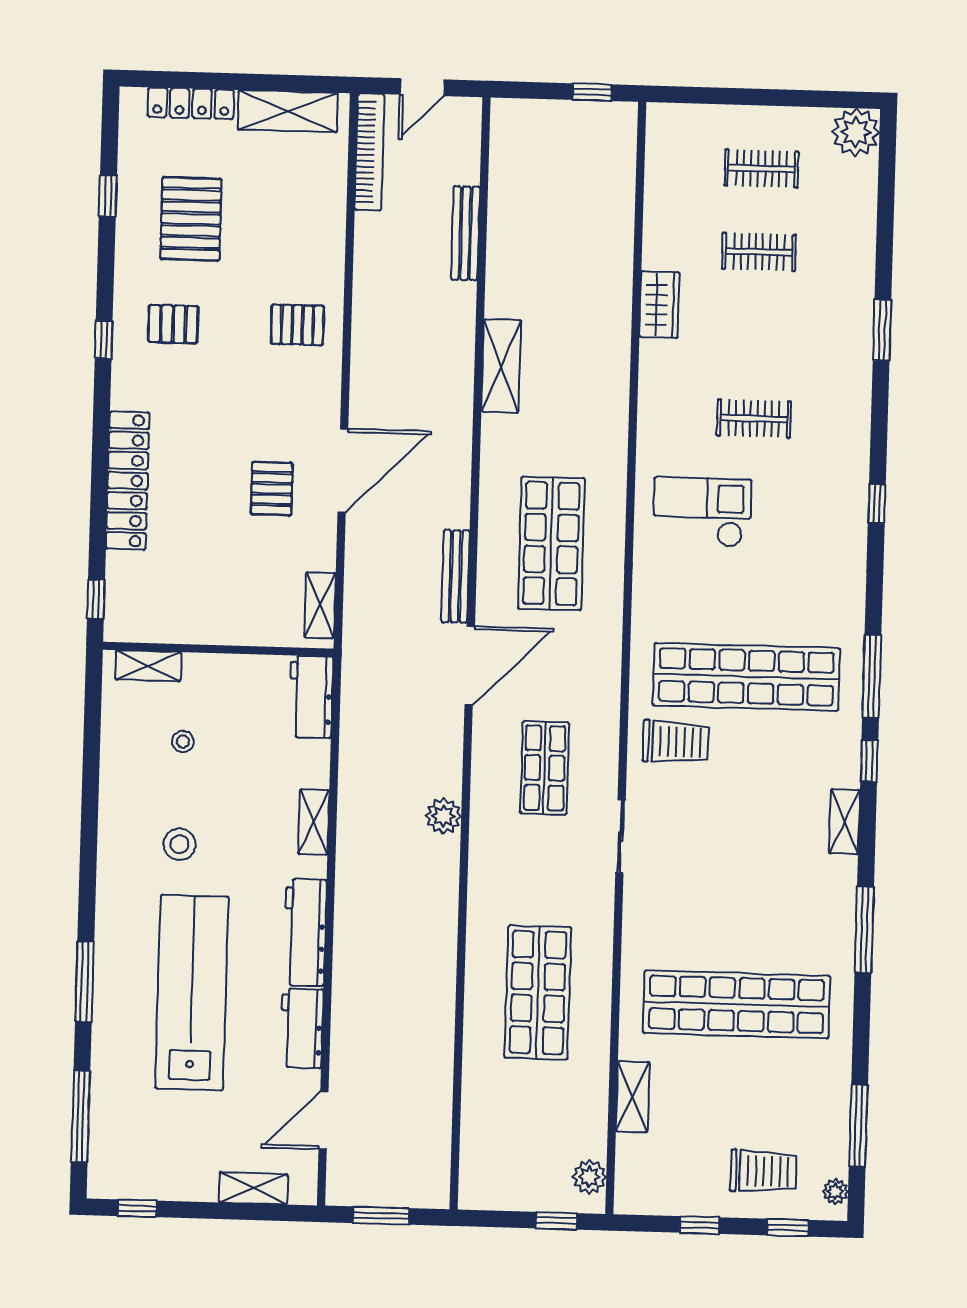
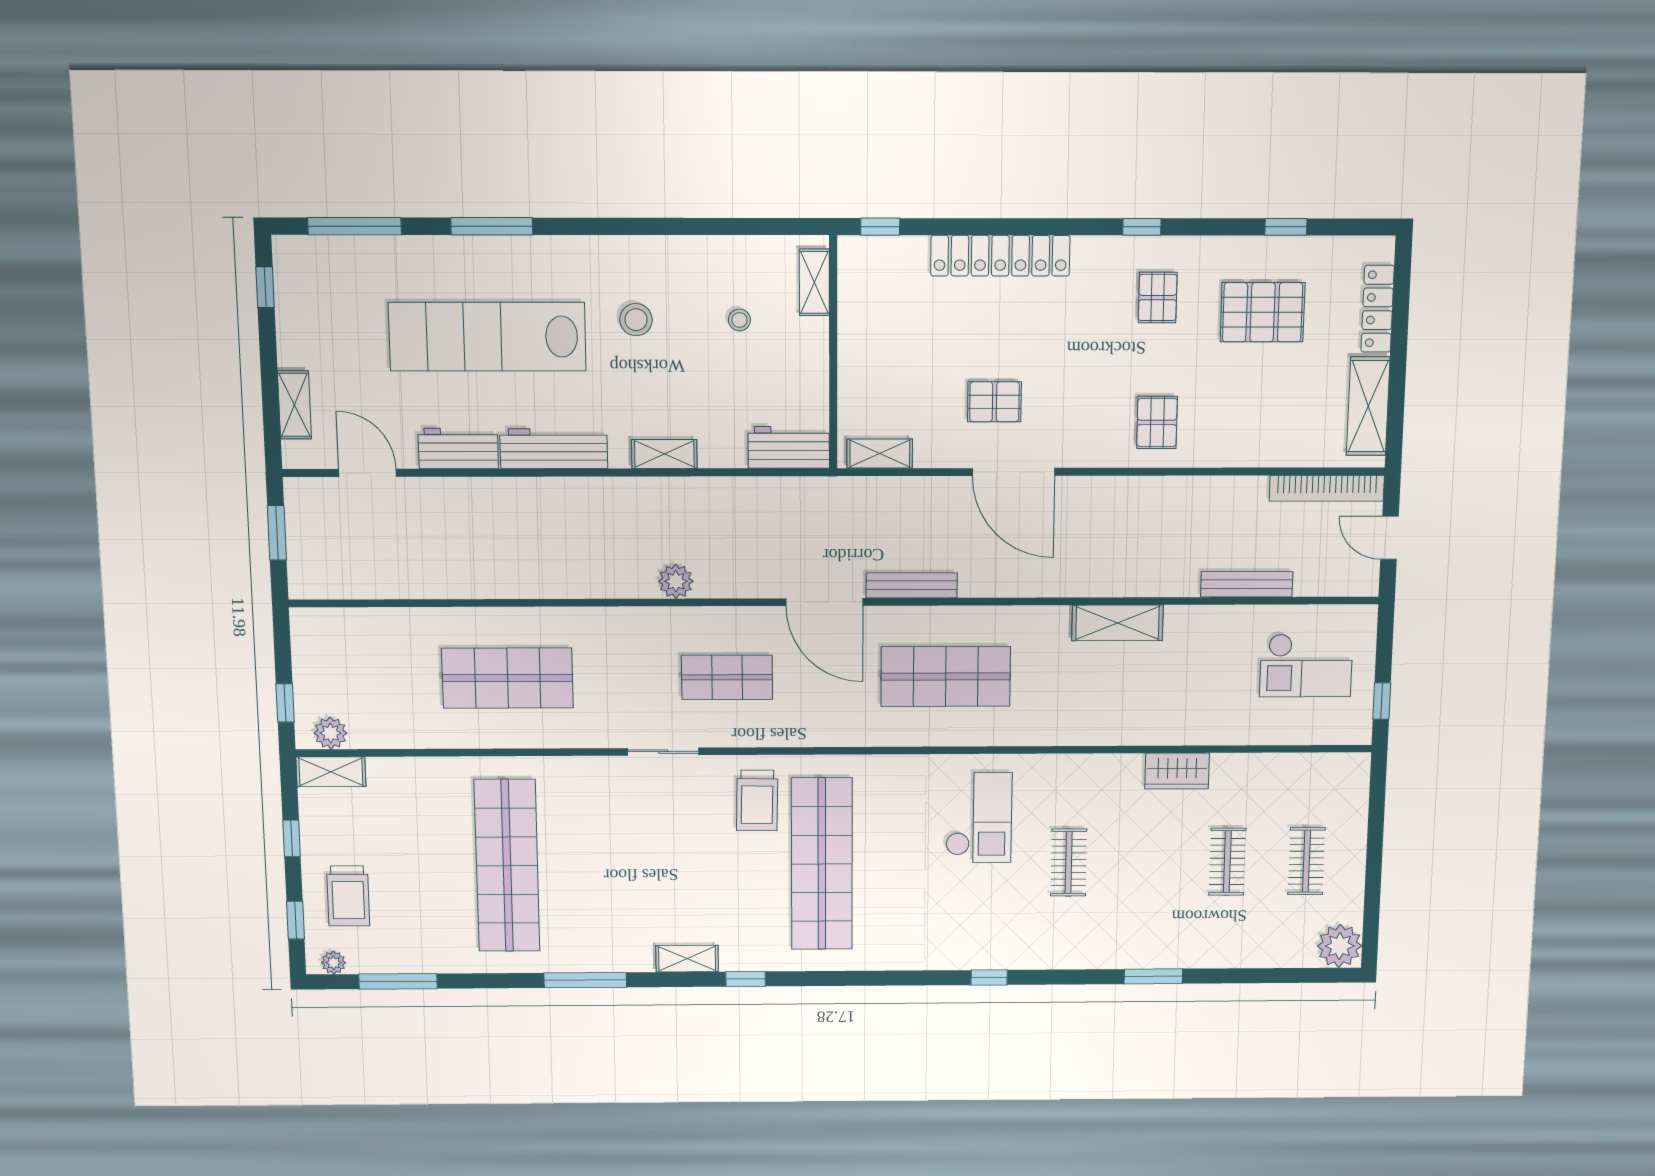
checkout: (552, 171) -> (1306, 665), added
window: (872, 677) -> (826, 979), removed
lab bench: (192, 992) -> (487, 337), turned 180
shelving: (633, 1097) -> (331, 772), moved

